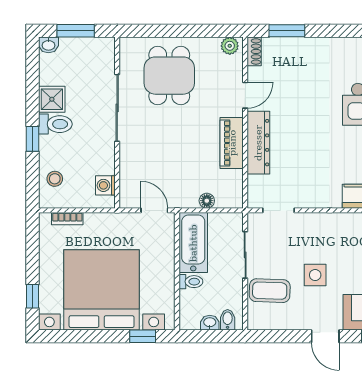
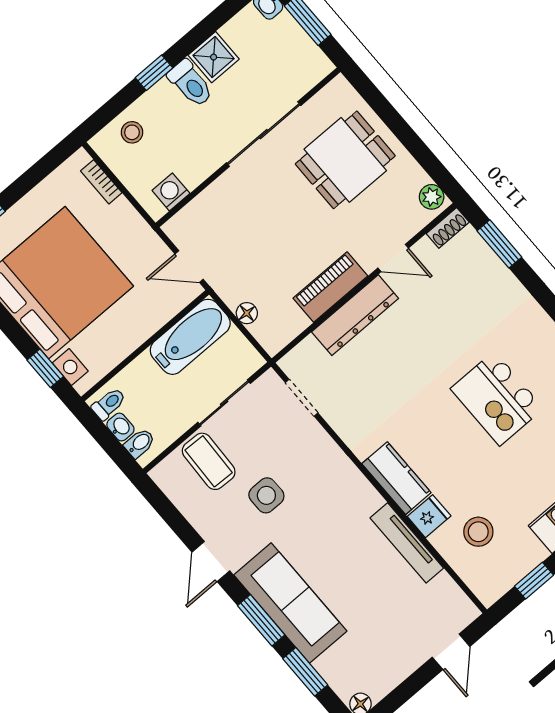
door: (154, 210) -> (189, 266), swing flipped
toilet: (191, 282) -> (109, 404), moved, turned -90

